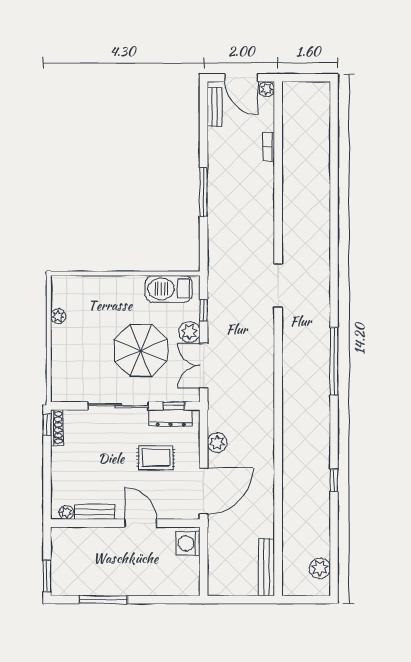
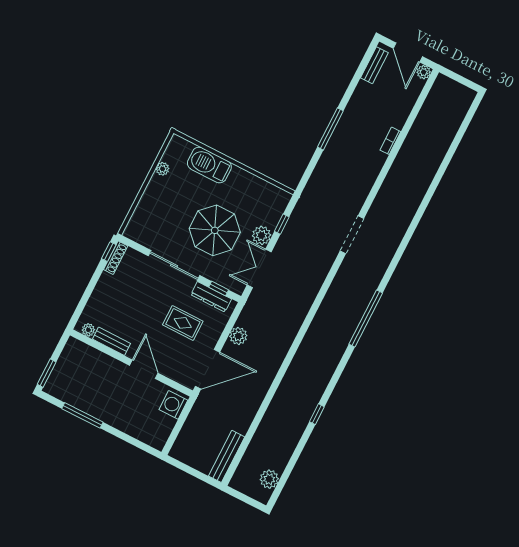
bookcase: (269, 147) -> (390, 141), moved
barbecue: (169, 289) -> (209, 165), moved

